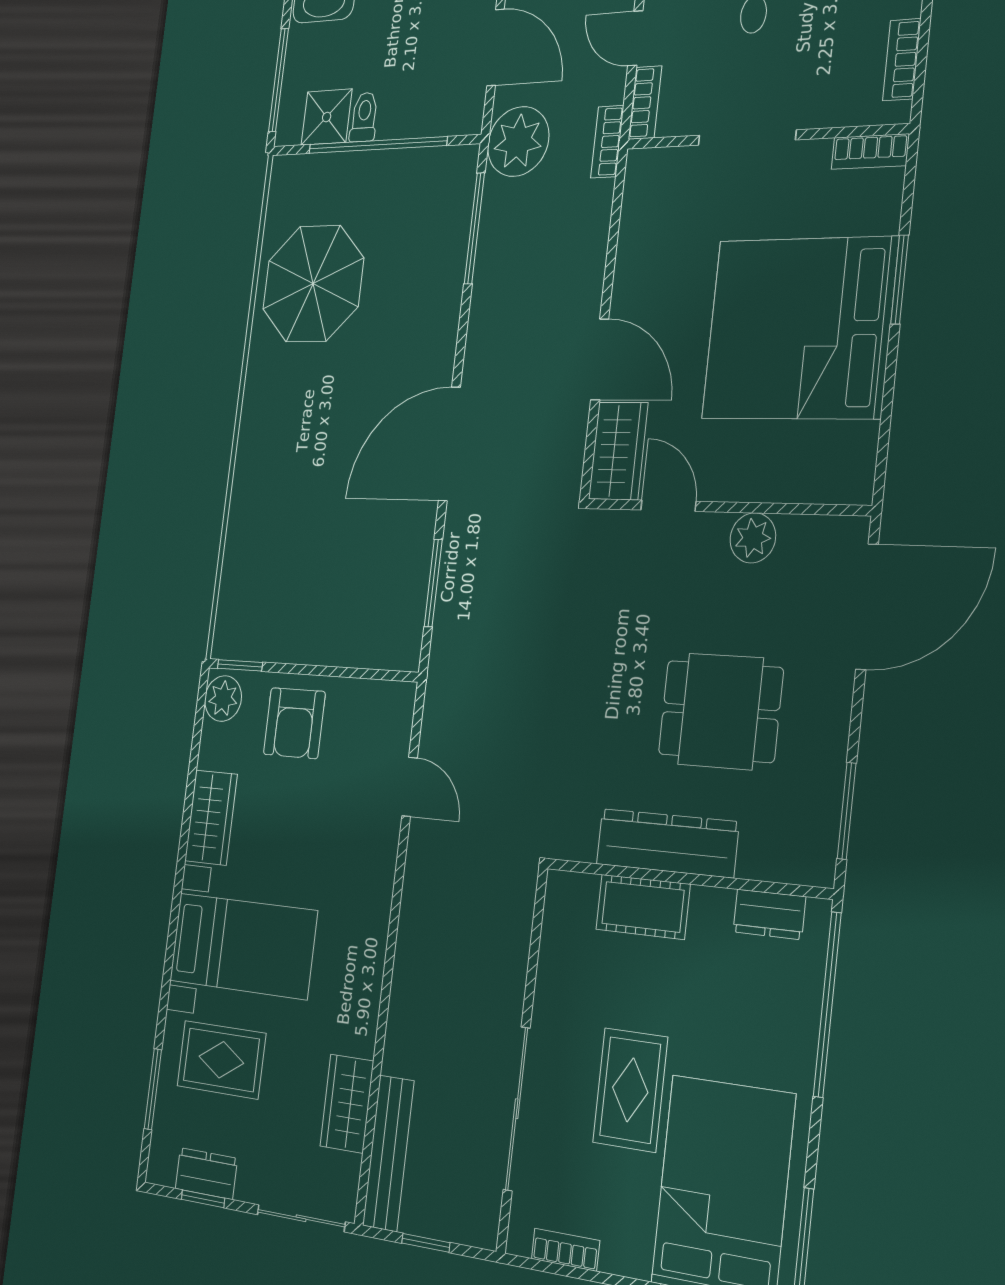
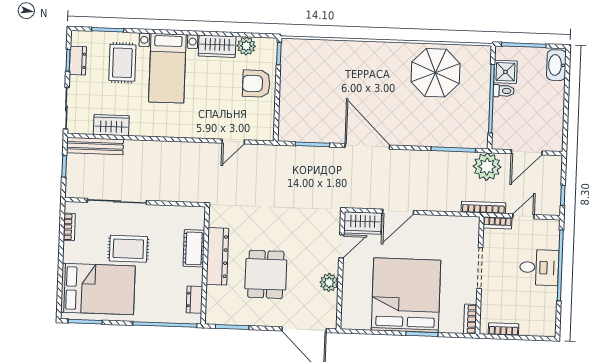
bookcase: (607, 142) -> (483, 207), width x1.56
plant: (223, 699) -> (246, 46), moved

